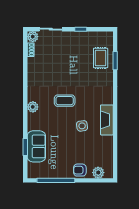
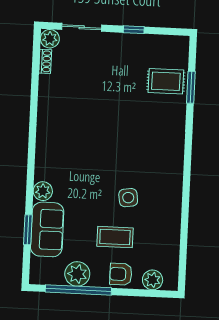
rug: (101, 58) -> (166, 81), turned 90
coffee table: (65, 101) -> (115, 237), moved
plant: (33, 107) -> (43, 191), moved
fireplace: (107, 120) -> (172, 189), removed
plant: (55, 171) -> (77, 274), added

